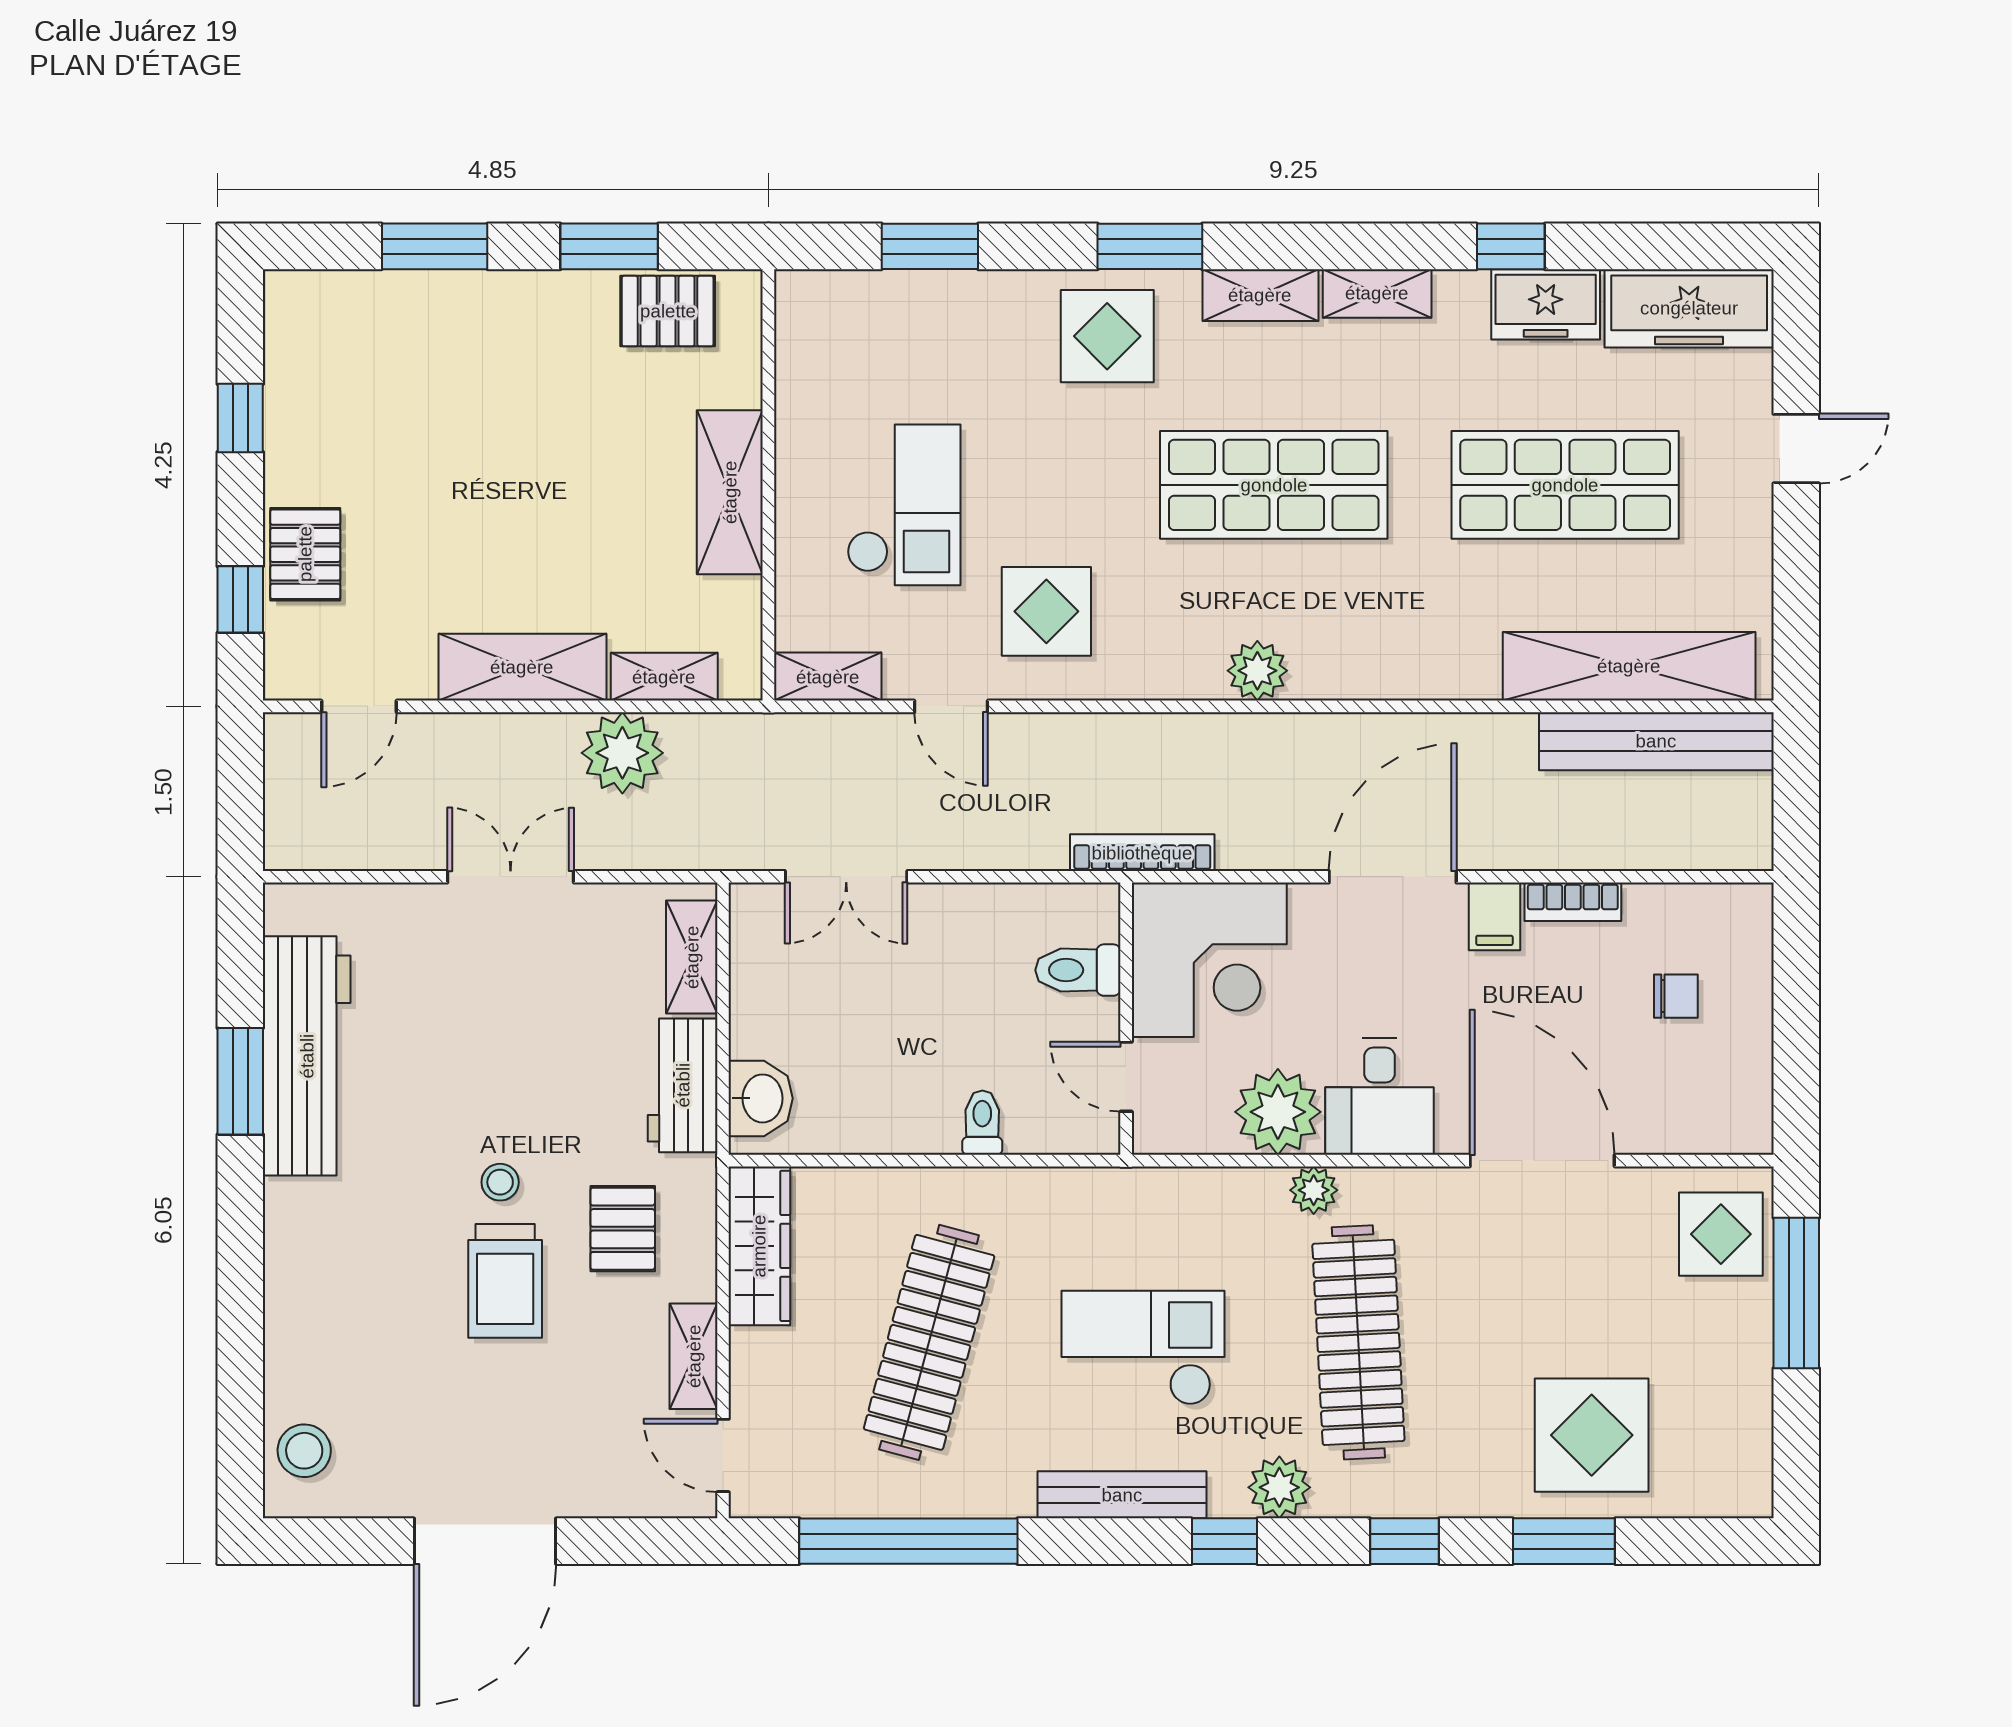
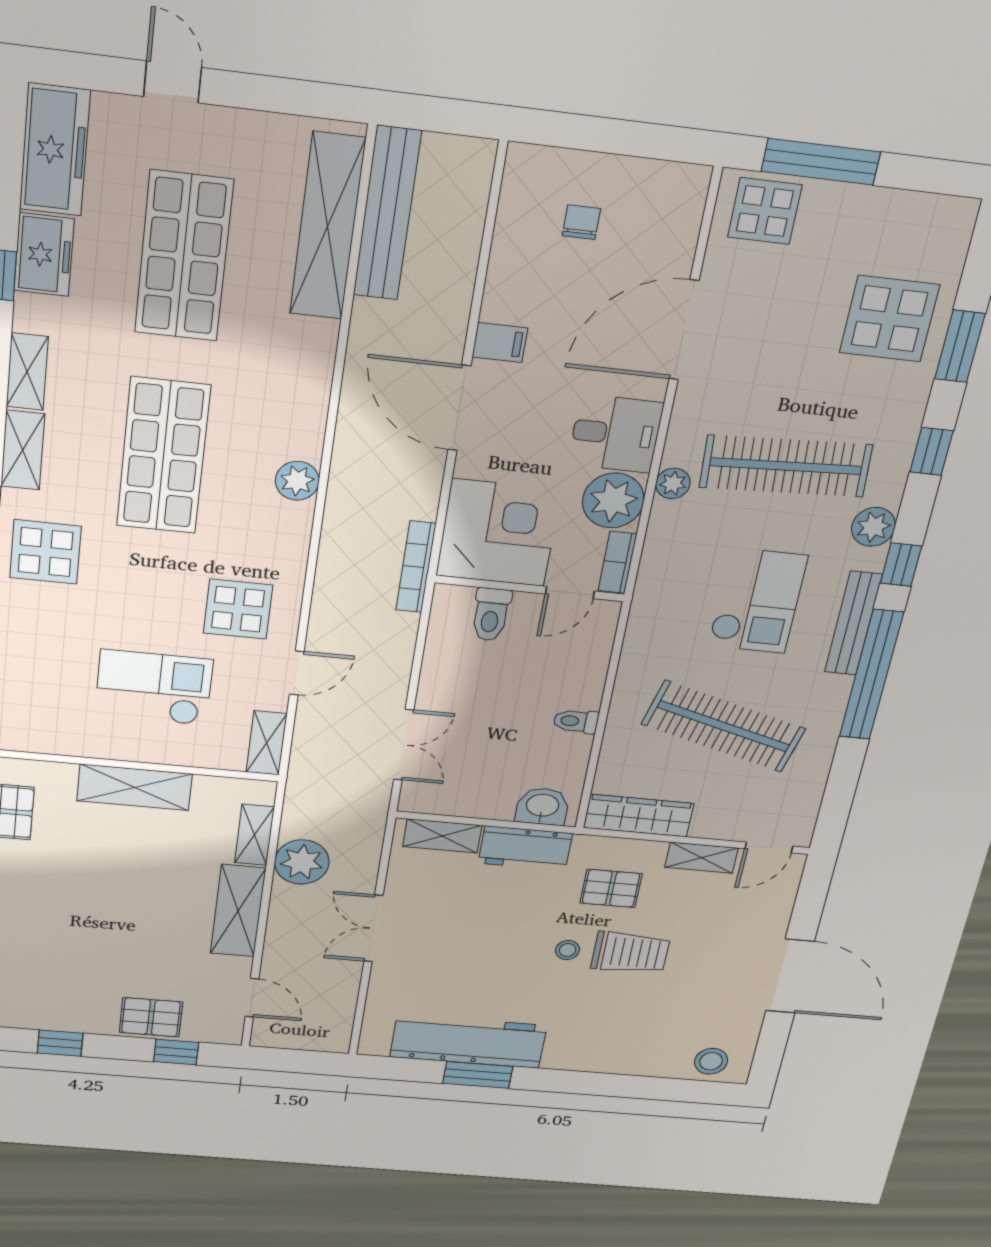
bookcase: (1573, 902) -> (617, 562), moved, turned 180
toilet: (982, 1123) -> (576, 721), moved
checkout: (1143, 1348) -> (757, 601), turned 180
window: (908, 1541) -> (871, 675), moved

